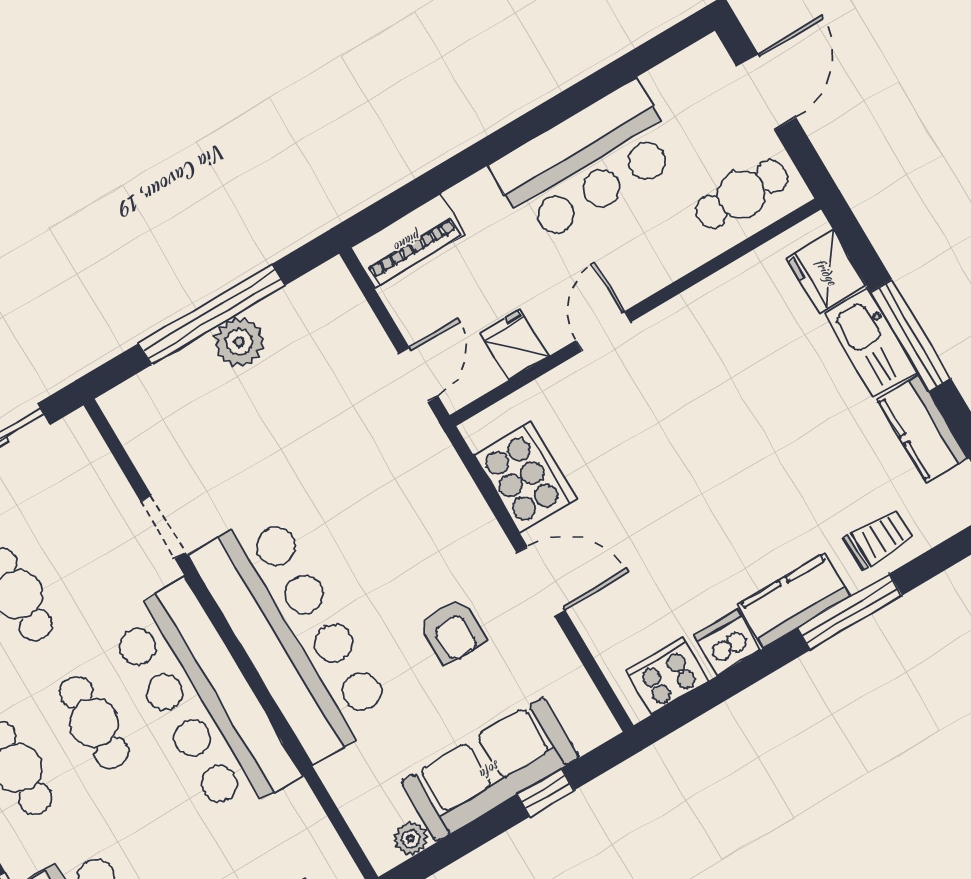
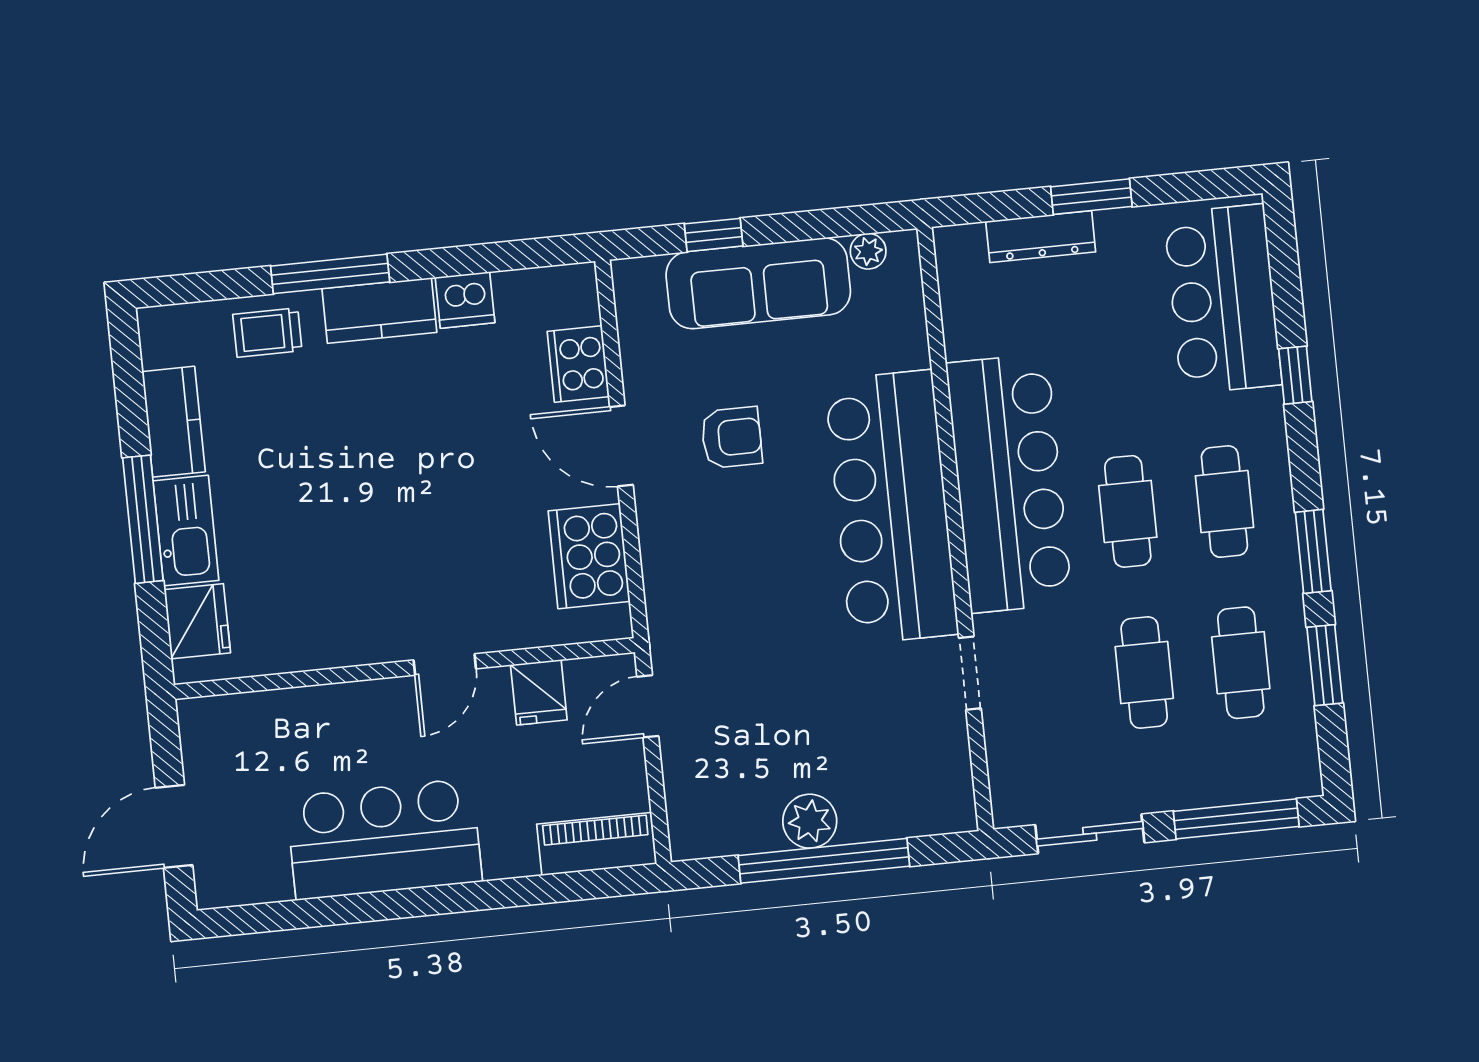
cafe table: (741, 194) -> (245, 737), removed
armchair: (452, 631) -> (732, 437), turned 90
cooker: (667, 676) -> (578, 364), moved, turned 90

